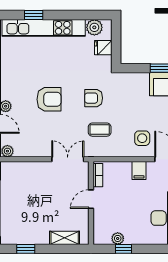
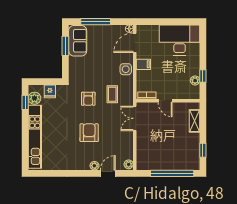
window: (34, 15) -> (25, 102), moved
side table: (142, 138) -> (126, 69), moved

